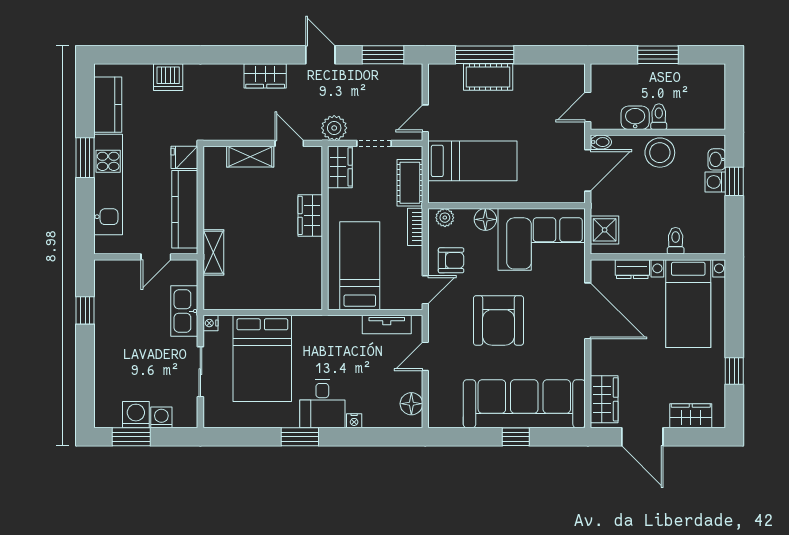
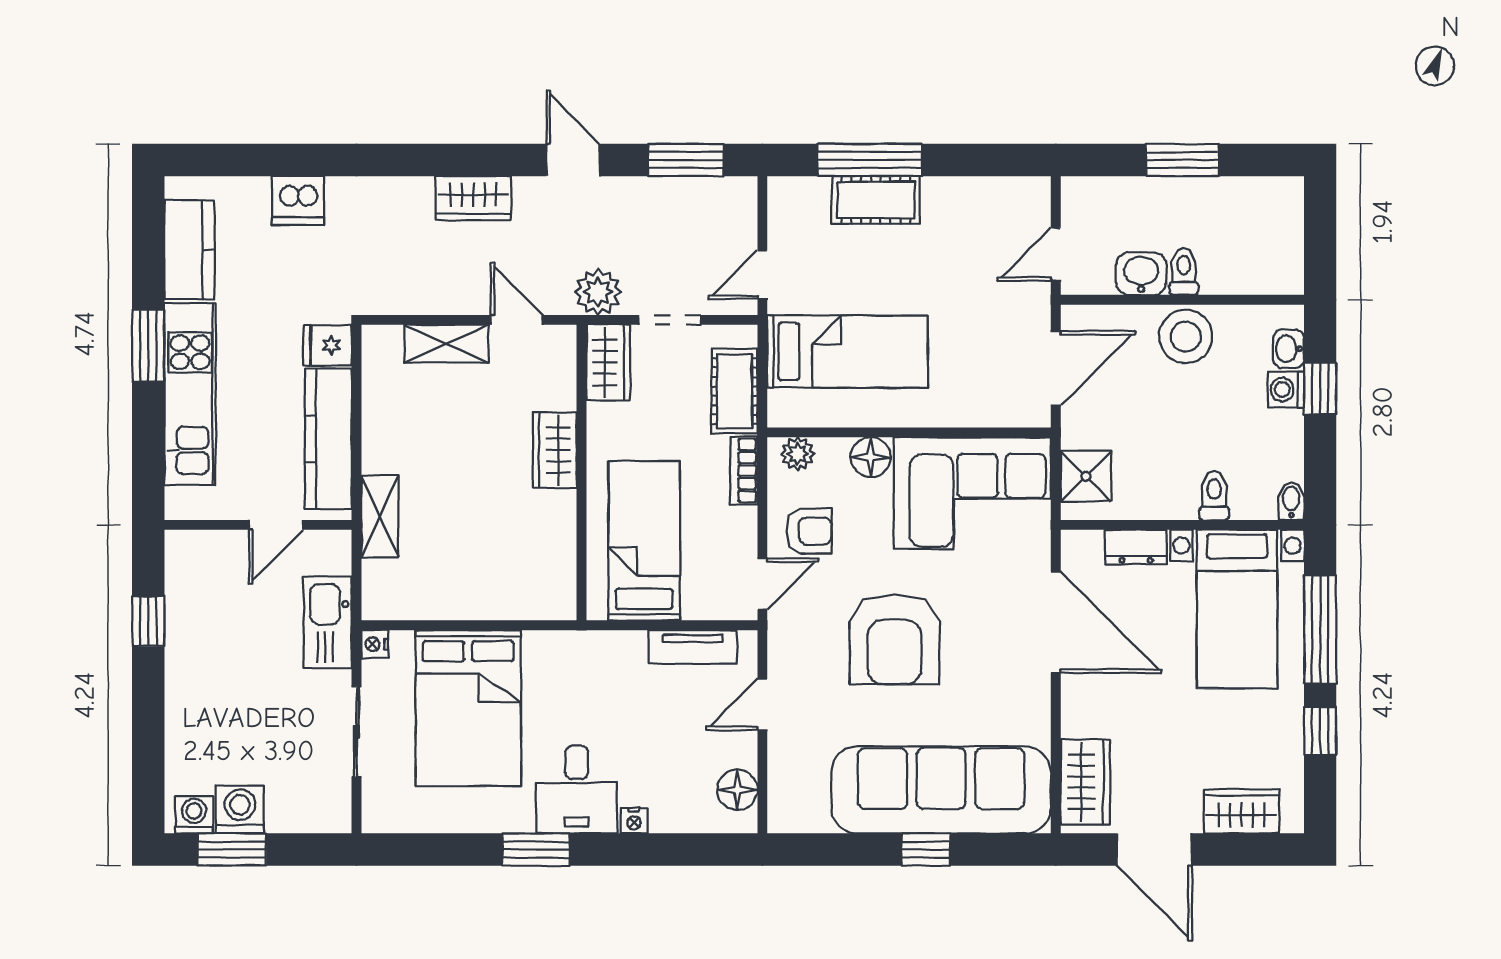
bidet: (601, 142) -> (1291, 501), moved, turned -90
window: (734, 315) -> (1320, 630), added
washing machine: (161, 417) -> (194, 815), moved

